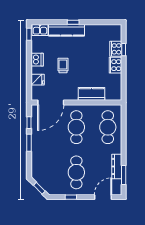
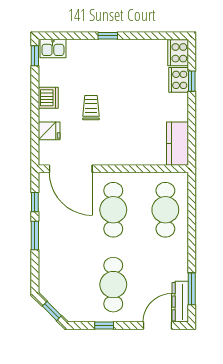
kitchen counter: (66, 30) -> (97, 49), removed
cooker: (115, 65) -> (178, 53), moved
kitchen counter: (92, 94) -> (177, 144), moved, turned -90
door: (51, 102) -> (71, 169), hinge flipped
dresser: (117, 166) -> (180, 302), moved

